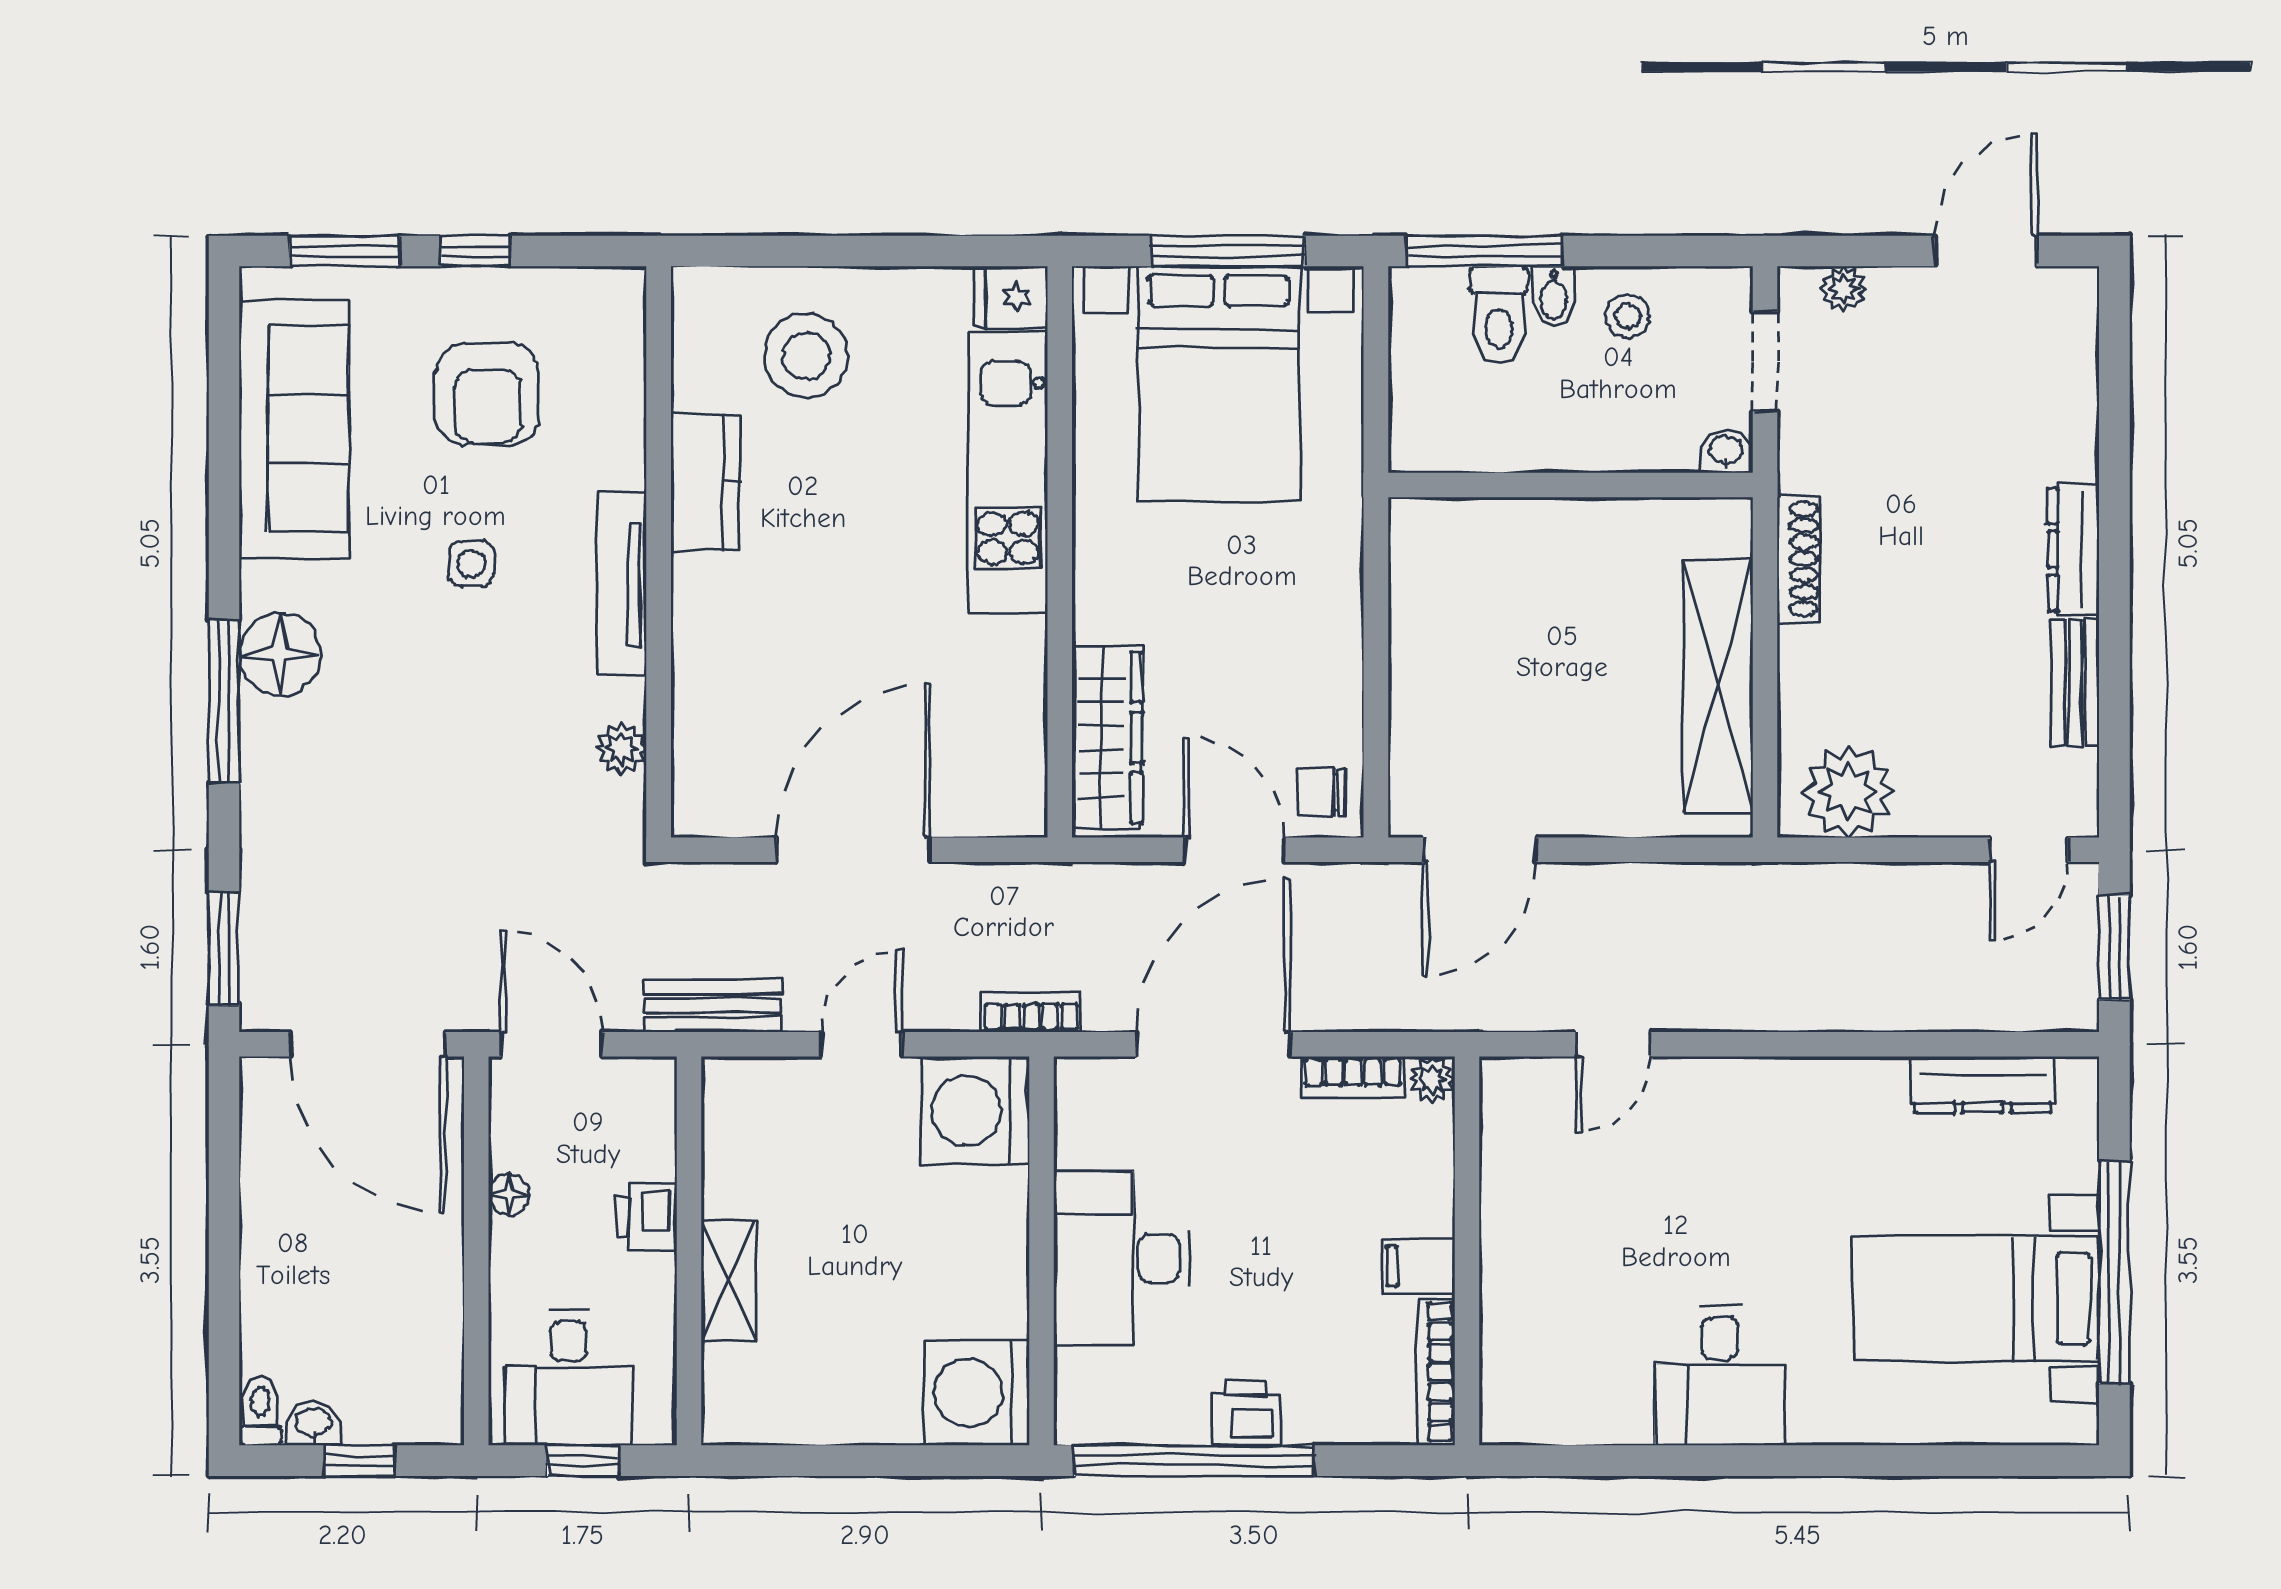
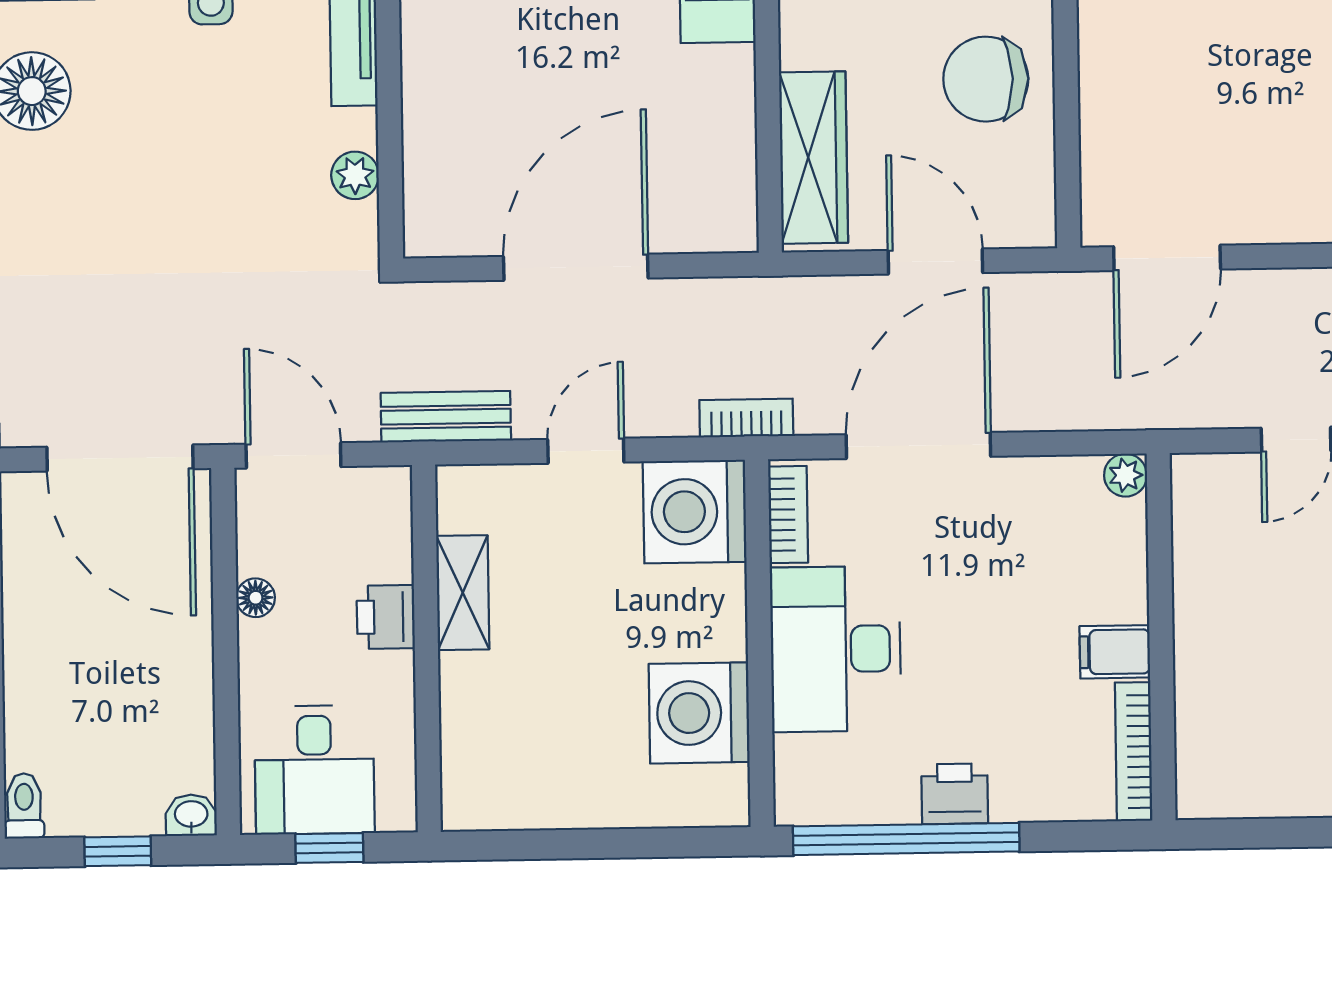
chair: (1321, 792) -> (986, 79), moved, width x1.87, depth x1.87
bookcase: (1353, 1077) -> (788, 515), moved, turned -90
shelving: (728, 1281) -> (463, 593), moved
washing machine: (977, 1393) -> (699, 713), moved
washbasin: (313, 1424) -> (191, 815), moved

